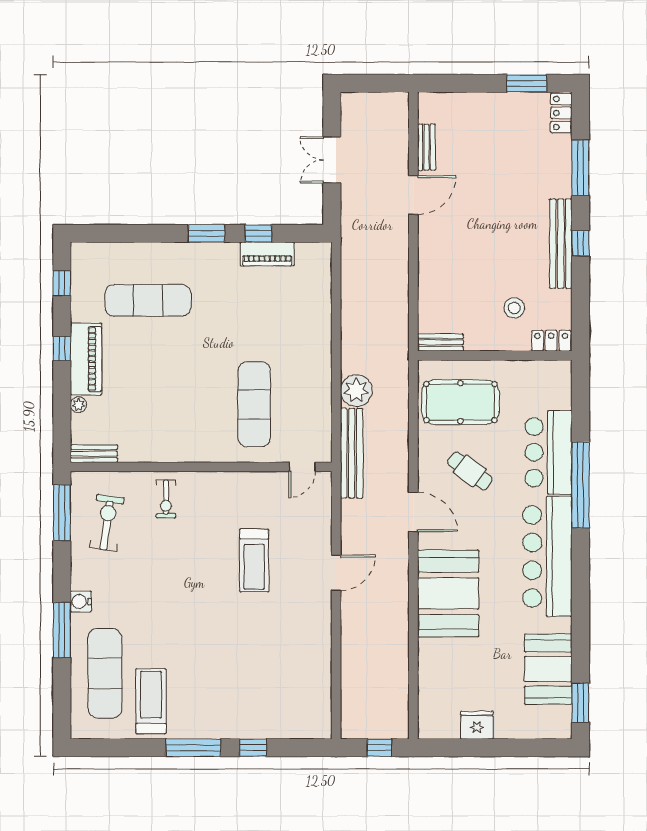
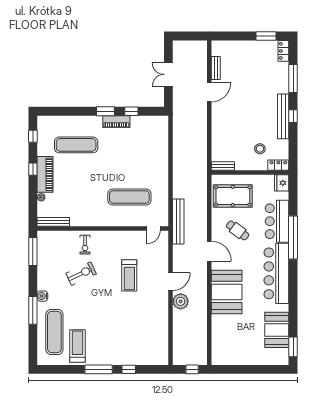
piano: (267, 254) -> (116, 122), moved
plant: (356, 390) -> (181, 301), moved
exercise mat: (254, 404) -> (129, 197), turned 90
bench: (94, 454) -> (53, 222), width x1.36
exercise bike: (107, 523) -> (81, 274), moved, turned 57
fridge: (477, 725) -> (282, 183), moved, turned -90

